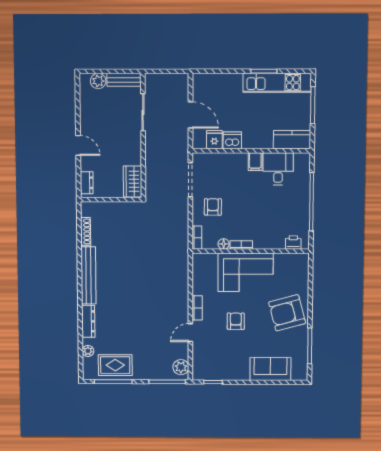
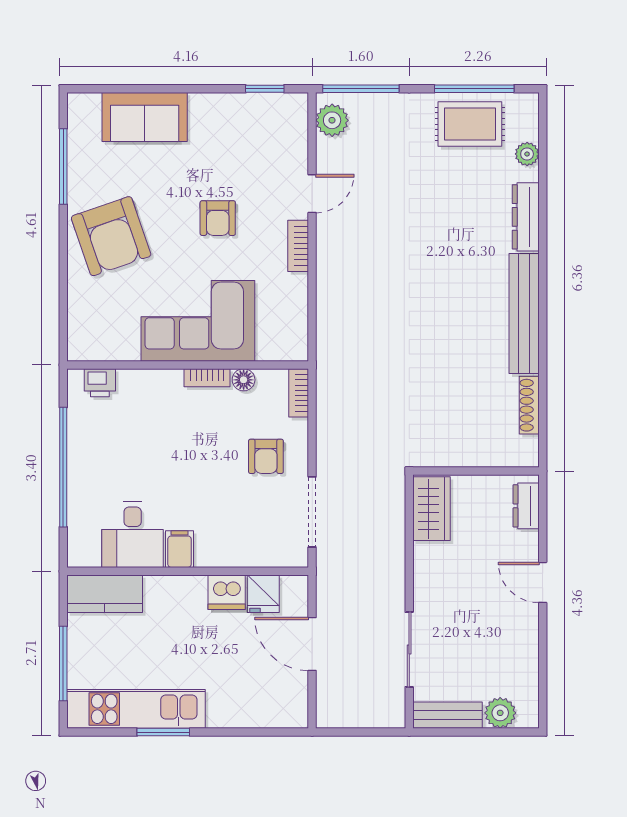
armchair: (287, 313) -> (111, 236), turned 86

